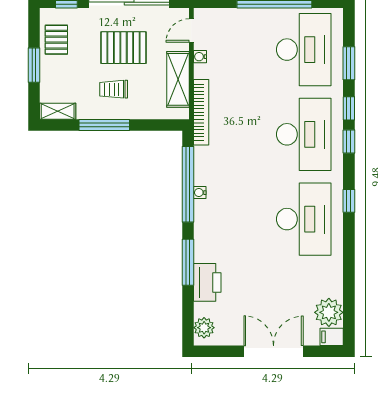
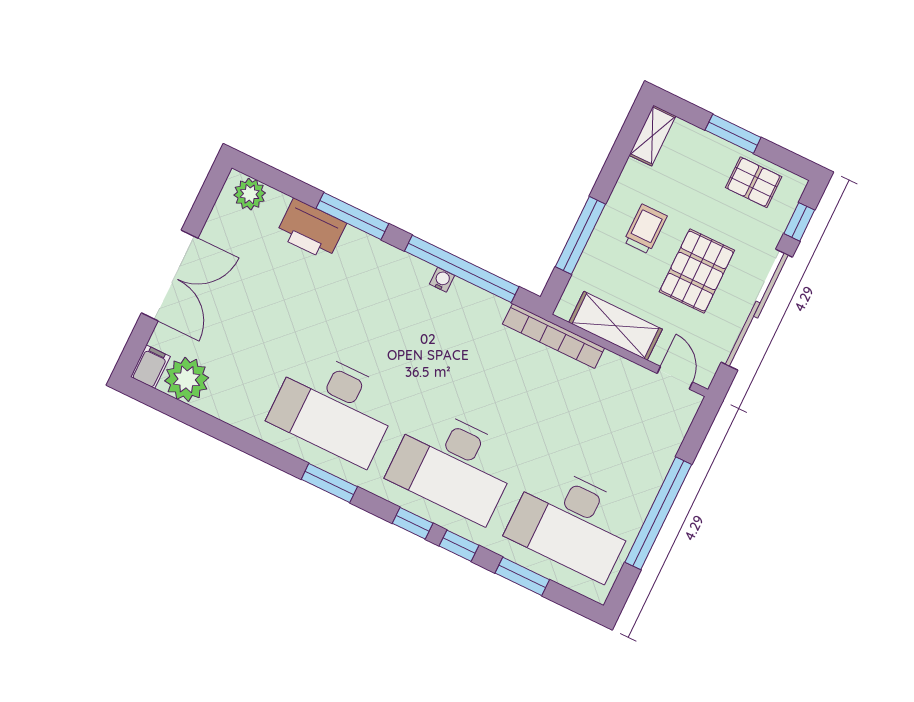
water cooler: (200, 57) -> (632, 372), removed
window: (104, 125) -> (580, 235), moved
window: (349, 201) -> (329, 483), width x1.50

